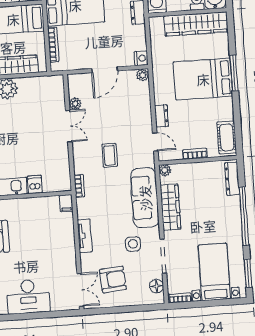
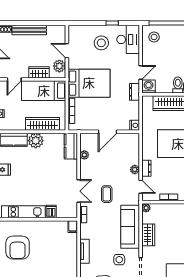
plant: (143, 75) -> (135, 170), moved
kitchen counter: (56, 93) -> (71, 146), added
double door: (69, 126) -> (79, 191), moved
wardrobe: (170, 207) -> (148, 235), width x0.67

